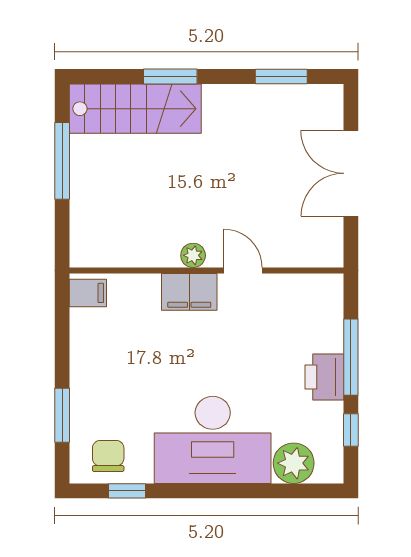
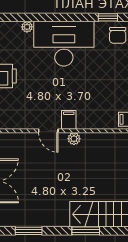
filing cabinet: (189, 292) -> (69, 120), width x0.50
plant: (294, 463) -> (27, 27), width x0.53, depth x0.53

